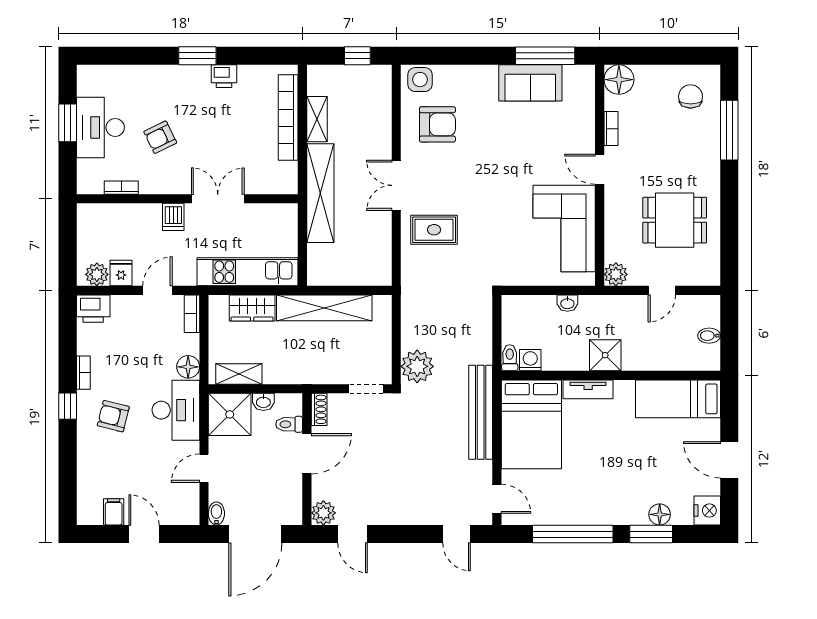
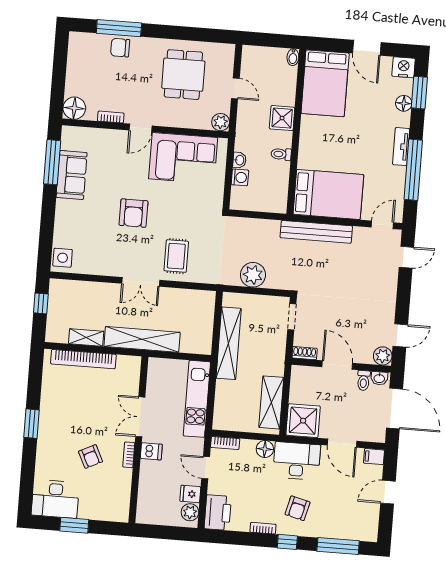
printer: (224, 76) -> (48, 405), removed
chair: (691, 96) -> (120, 48), moved
armchair: (437, 124) -> (133, 213), moved, turned 180
desk: (100, 127) -> (55, 499), moved
bookcase: (121, 188) -> (129, 455), moved
wardrobe: (252, 308) -> (224, 397), removed
printer: (93, 309) -> (218, 513), width x1.37, depth x1.19
bidet: (709, 336) -> (293, 57), moved
shower: (605, 355) -> (282, 118), moved
toilet: (510, 358) -> (281, 154), moved
washing machine: (530, 360) -> (240, 177), moved, turned 180
plant: (417, 366) -> (253, 275), moved
shelving: (239, 374) -> (271, 402), width x1.50, depth x1.33
tv unit: (588, 389) -> (401, 147), moved, turned 180
bed: (678, 399) -> (325, 83), width x1.50
washbasin: (263, 402) -> (379, 378), moved, turned 90
toilet: (289, 424) -> (364, 380), moved
door: (729, 460) -> (367, 48), hinge flipped
door: (204, 468) -> (342, 443), width x1.38
window: (68, 474) -> (338, 546), added
filing cabinet: (114, 512) -> (374, 457), moved
bidet: (216, 513) -> (377, 436), removed
window: (651, 534) -> (419, 93), moved

